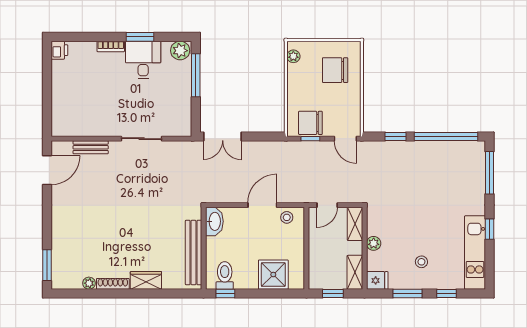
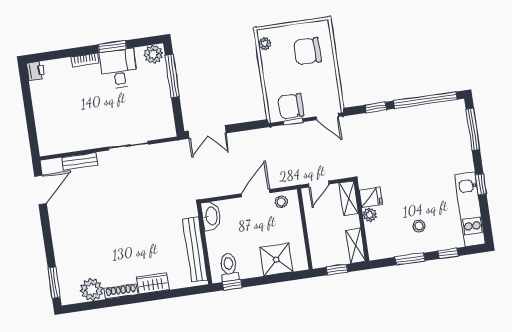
fridge: (377, 280) -> (371, 197), moved
plant: (89, 283) -> (92, 290), width x1.88, depth x1.88

